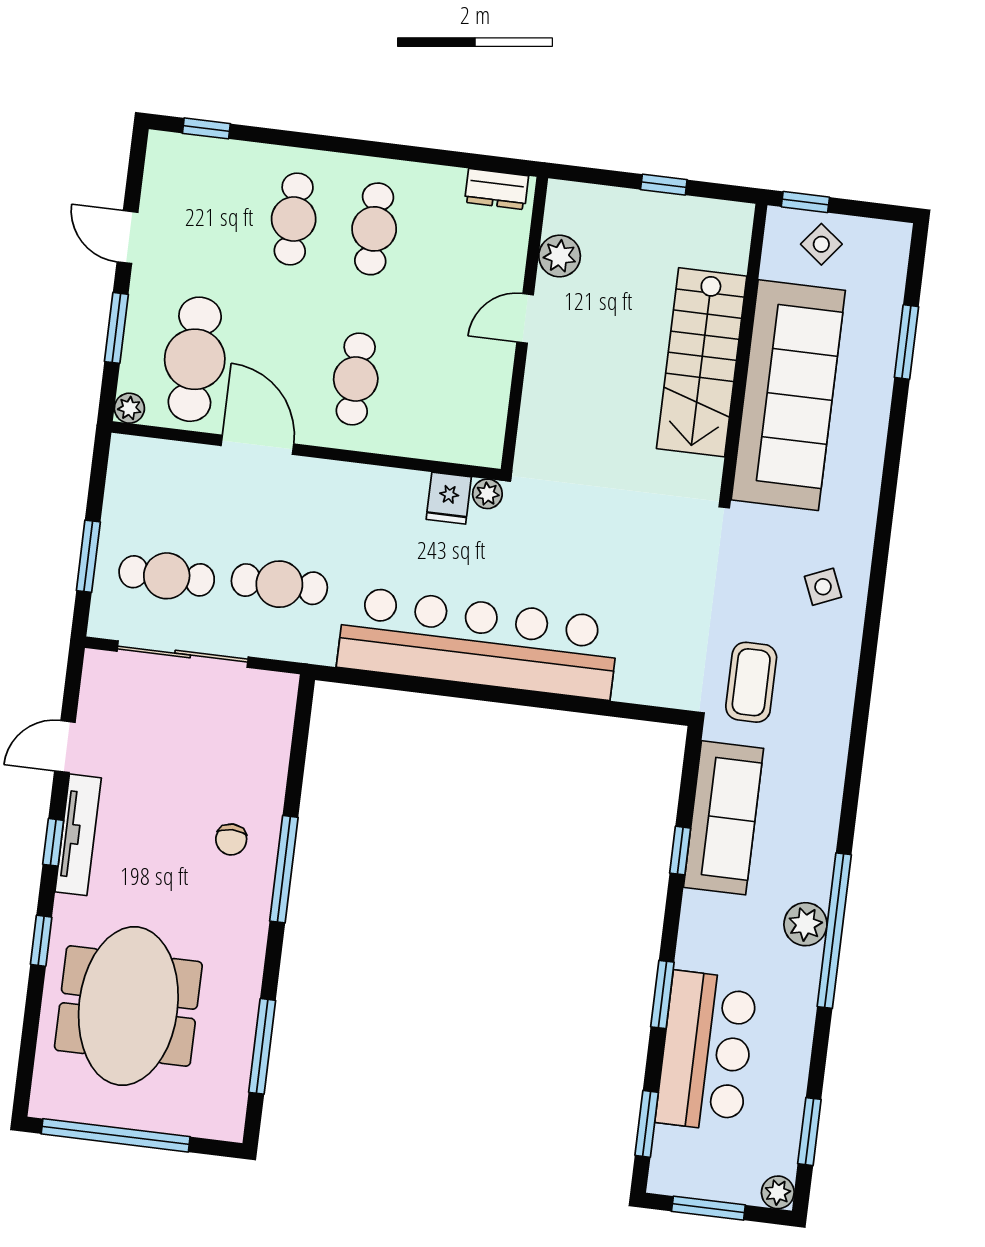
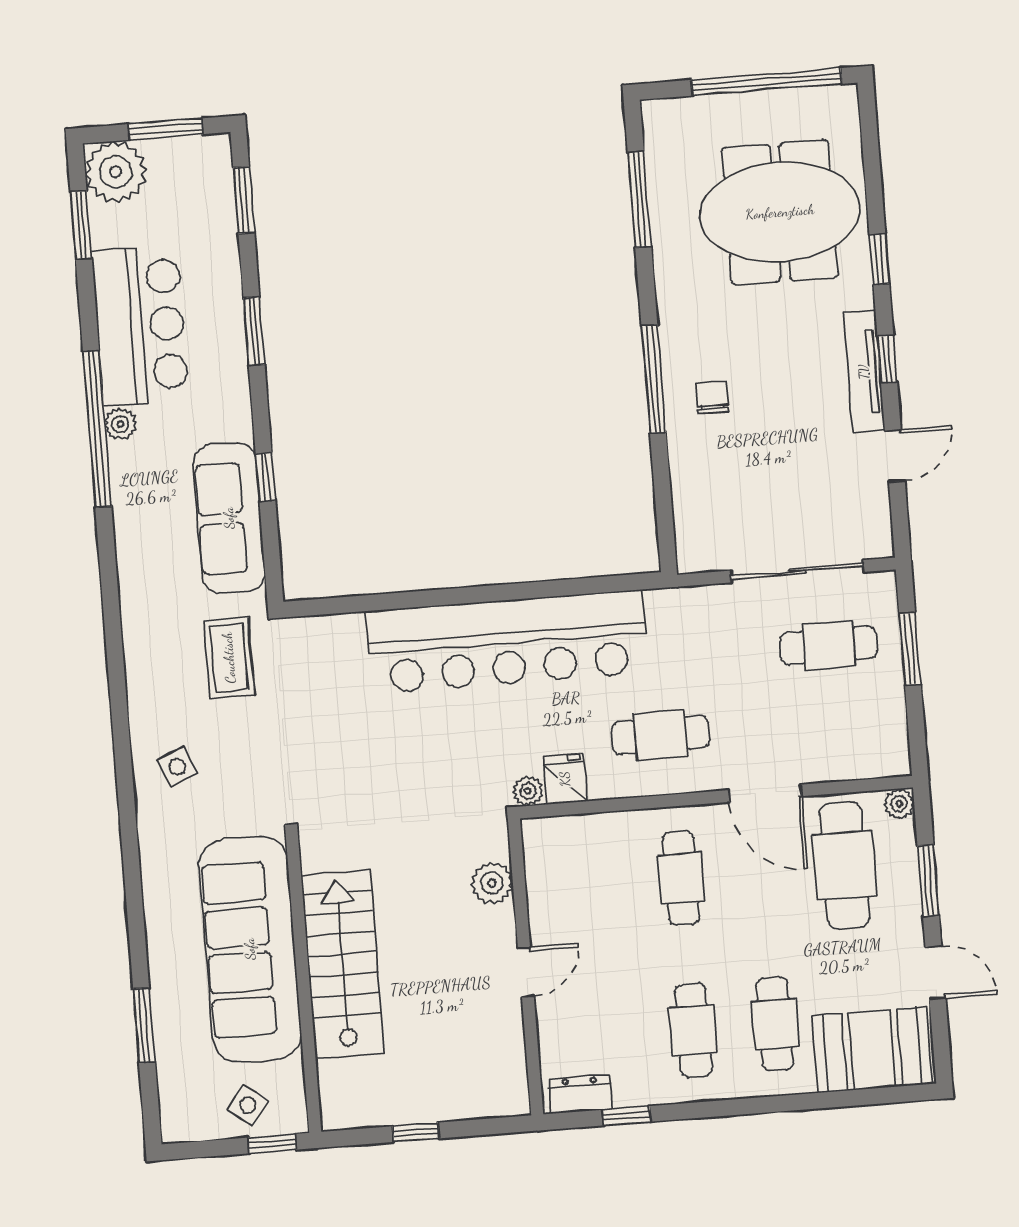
window: (206, 128) -> (626, 1116), moved
booth: (204, 175) -> (872, 1050), added
plant: (560, 256) -> (492, 883), moved
cafe table: (279, 584) -> (661, 735), moved
plant: (805, 924) -> (120, 424), width x0.73, depth x0.73
meeting table: (128, 1006) -> (780, 212), turned 90
bar counter: (706, 1051) -> (140, 326), moved, turned 180
plant: (778, 1192) -> (116, 172), width x1.88, depth x1.88

